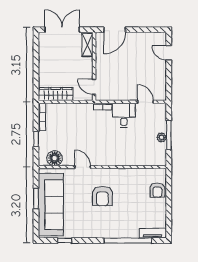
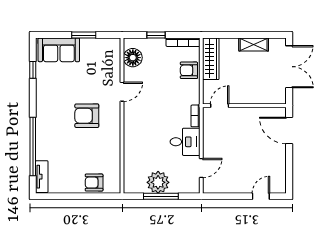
shelving: (87, 45) -> (254, 45), moved
armchair: (65, 112) -> (189, 70), added
plant: (161, 137) -> (158, 182), width x1.87, depth x1.87
sofa: (51, 205) -> (59, 50), width x0.54, depth x0.79

